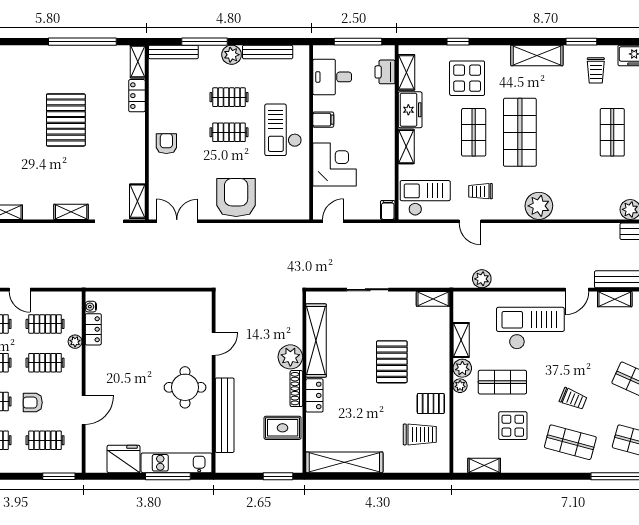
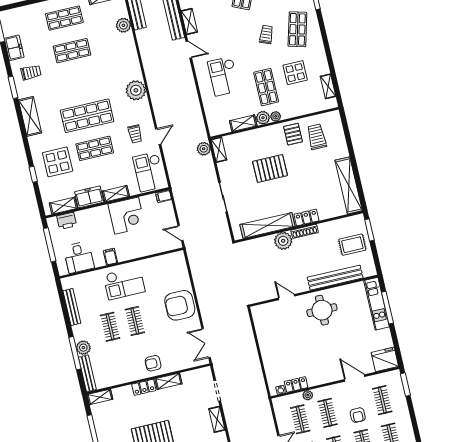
plant: (232, 55) -> (83, 348), moved
locker: (137, 96) -> (144, 387), moved
corner desk: (334, 164) -> (127, 216), moved, turned 180
shelving: (137, 201) -> (168, 381), moved
plant: (482, 279) -> (204, 149), moved
checkout: (530, 328) -> (224, 76), width x0.73, depth x0.83
rug: (283, 428) -> (352, 245), moved, turned 90
fridge: (124, 459) -> (385, 359), moved, turned 90

